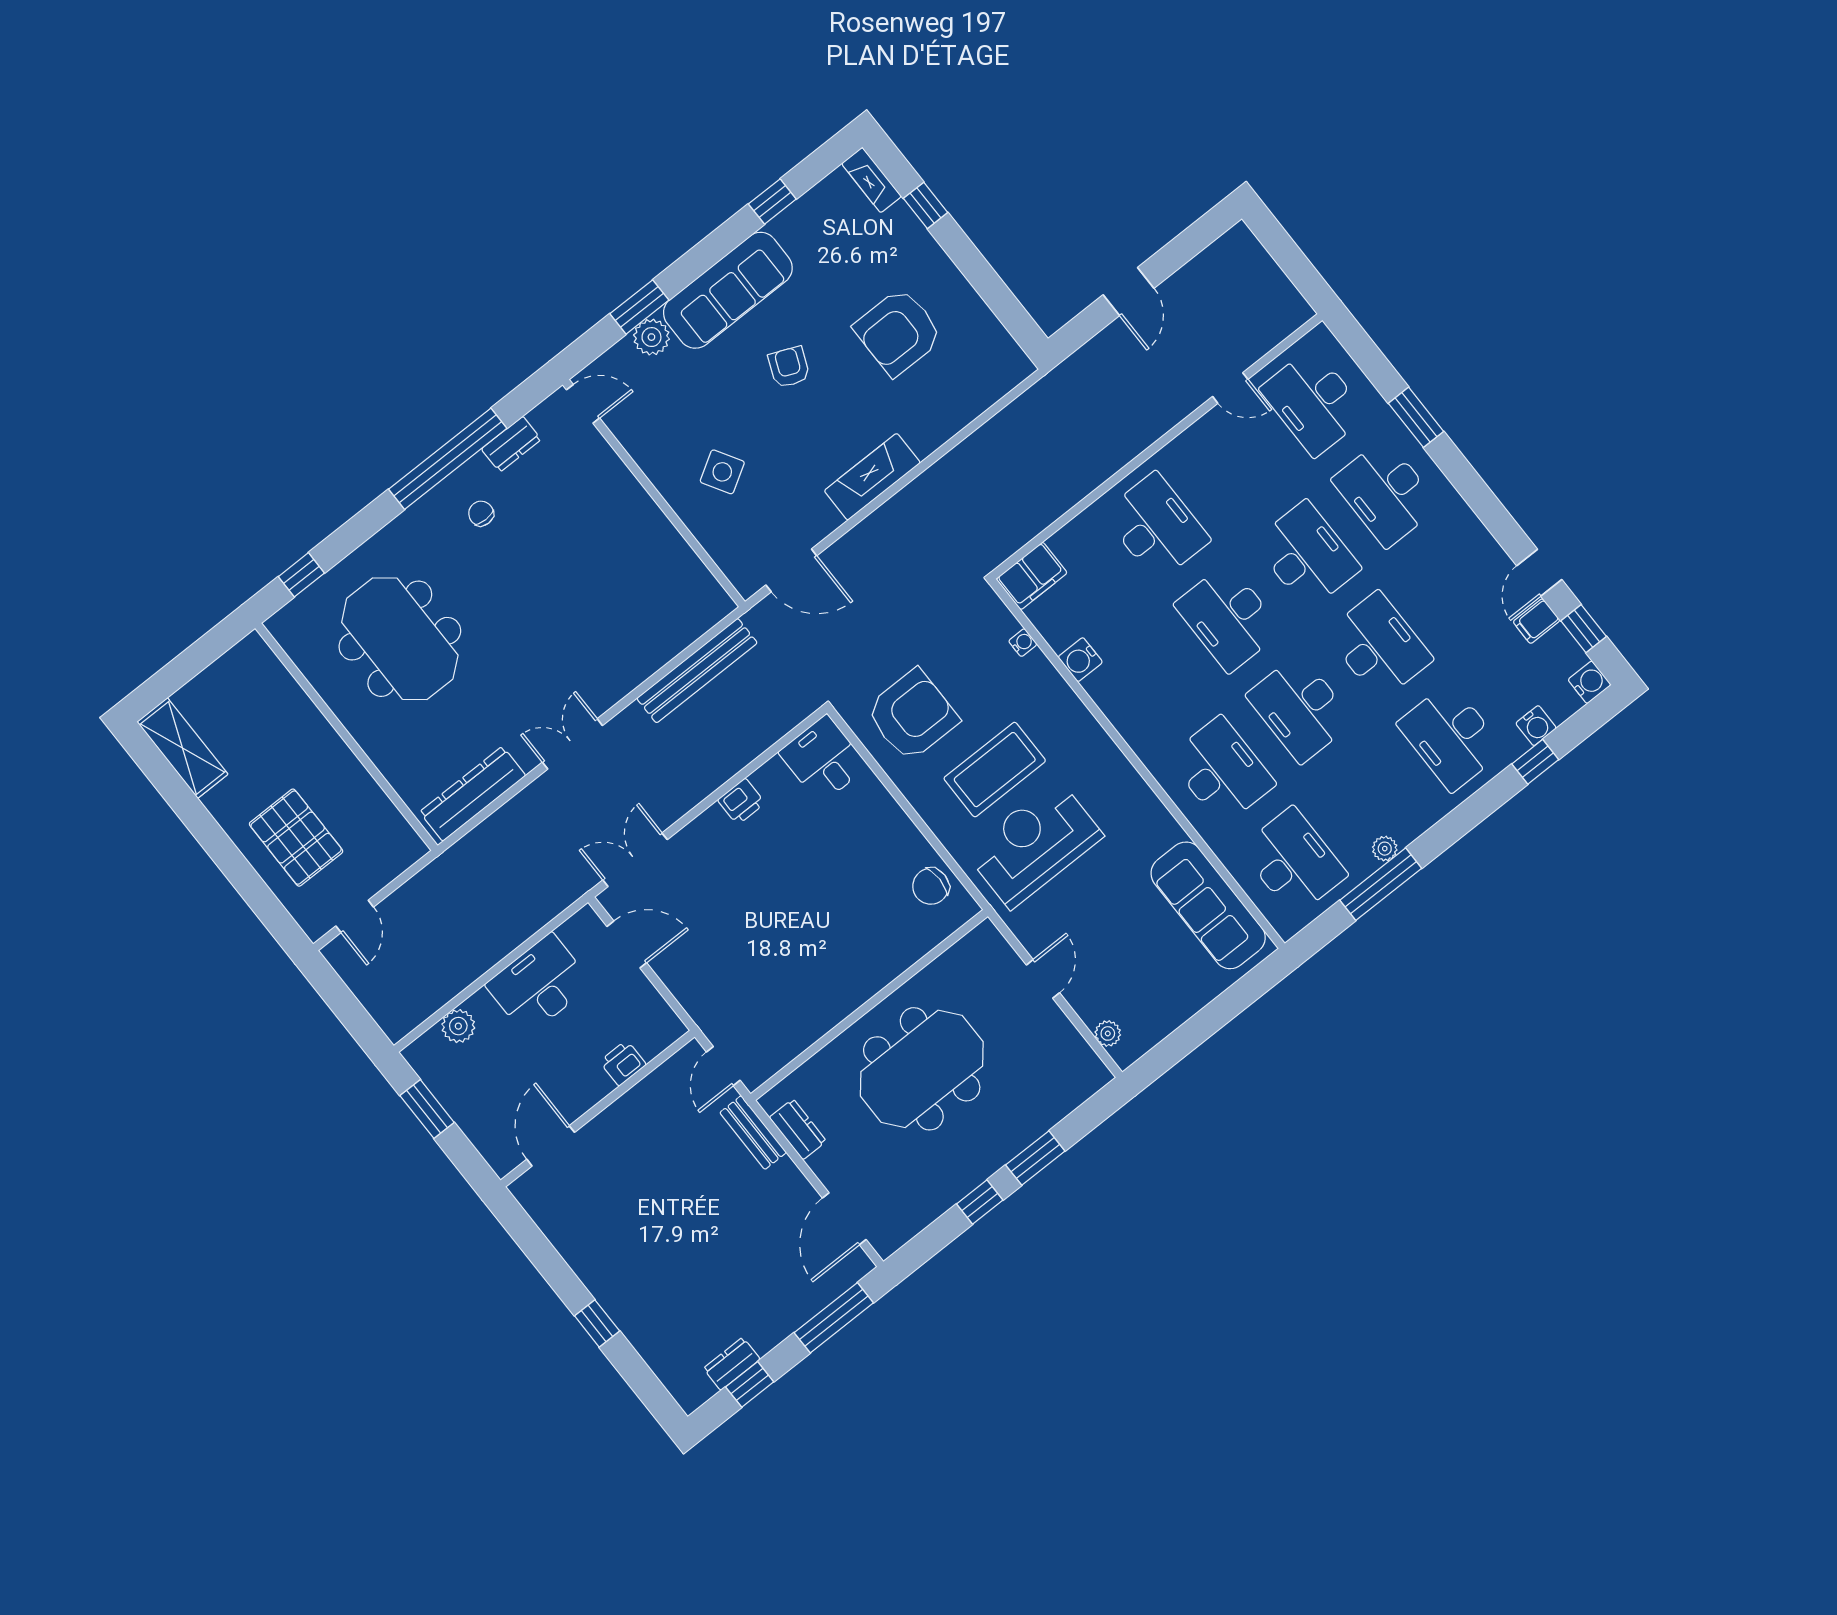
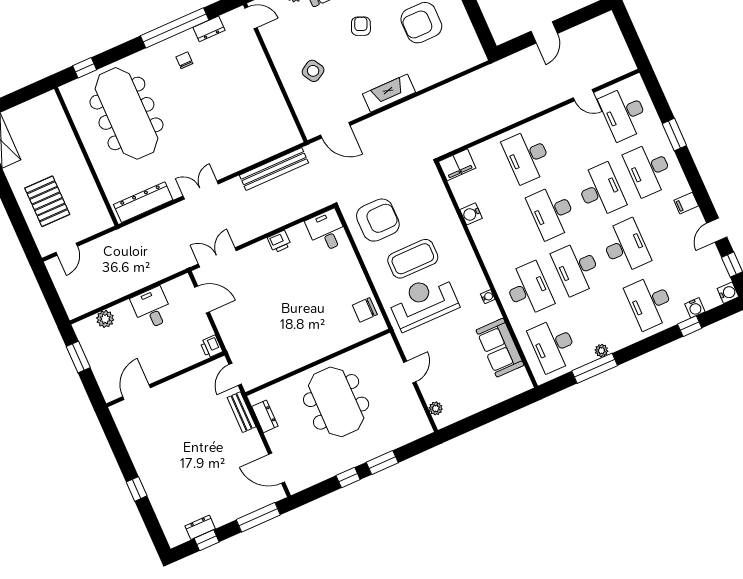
desk: (1156, 527) -> (527, 156), turned 180
filing cabinet: (1537, 621) -> (686, 203), moved
meeting table: (400, 639) -> (126, 113), width x1.36
water cooler: (1023, 643) -> (488, 297), moved
desk: (1293, 862) -> (553, 345), turned 180
sofa: (1208, 905) -> (500, 348), width x0.73
desk: (539, 984) -> (152, 308), width x0.73
printer: (623, 1063) -> (211, 347), moved, turned -90
meeting table: (922, 1069) -> (336, 402), turned 90
door: (844, 1219) -> (277, 468), hinge flipped

